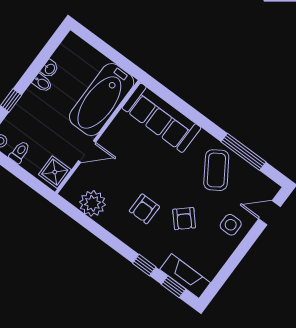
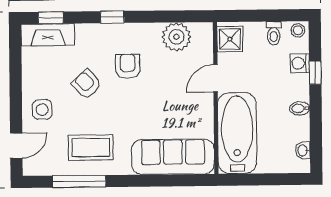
washbasin: (50, 69) -> (303, 150), moved
washing machine: (17, 116) -> (300, 63), added
coffee table: (216, 170) -> (91, 148), turned -57
window: (144, 265) -> (112, 17), moved

